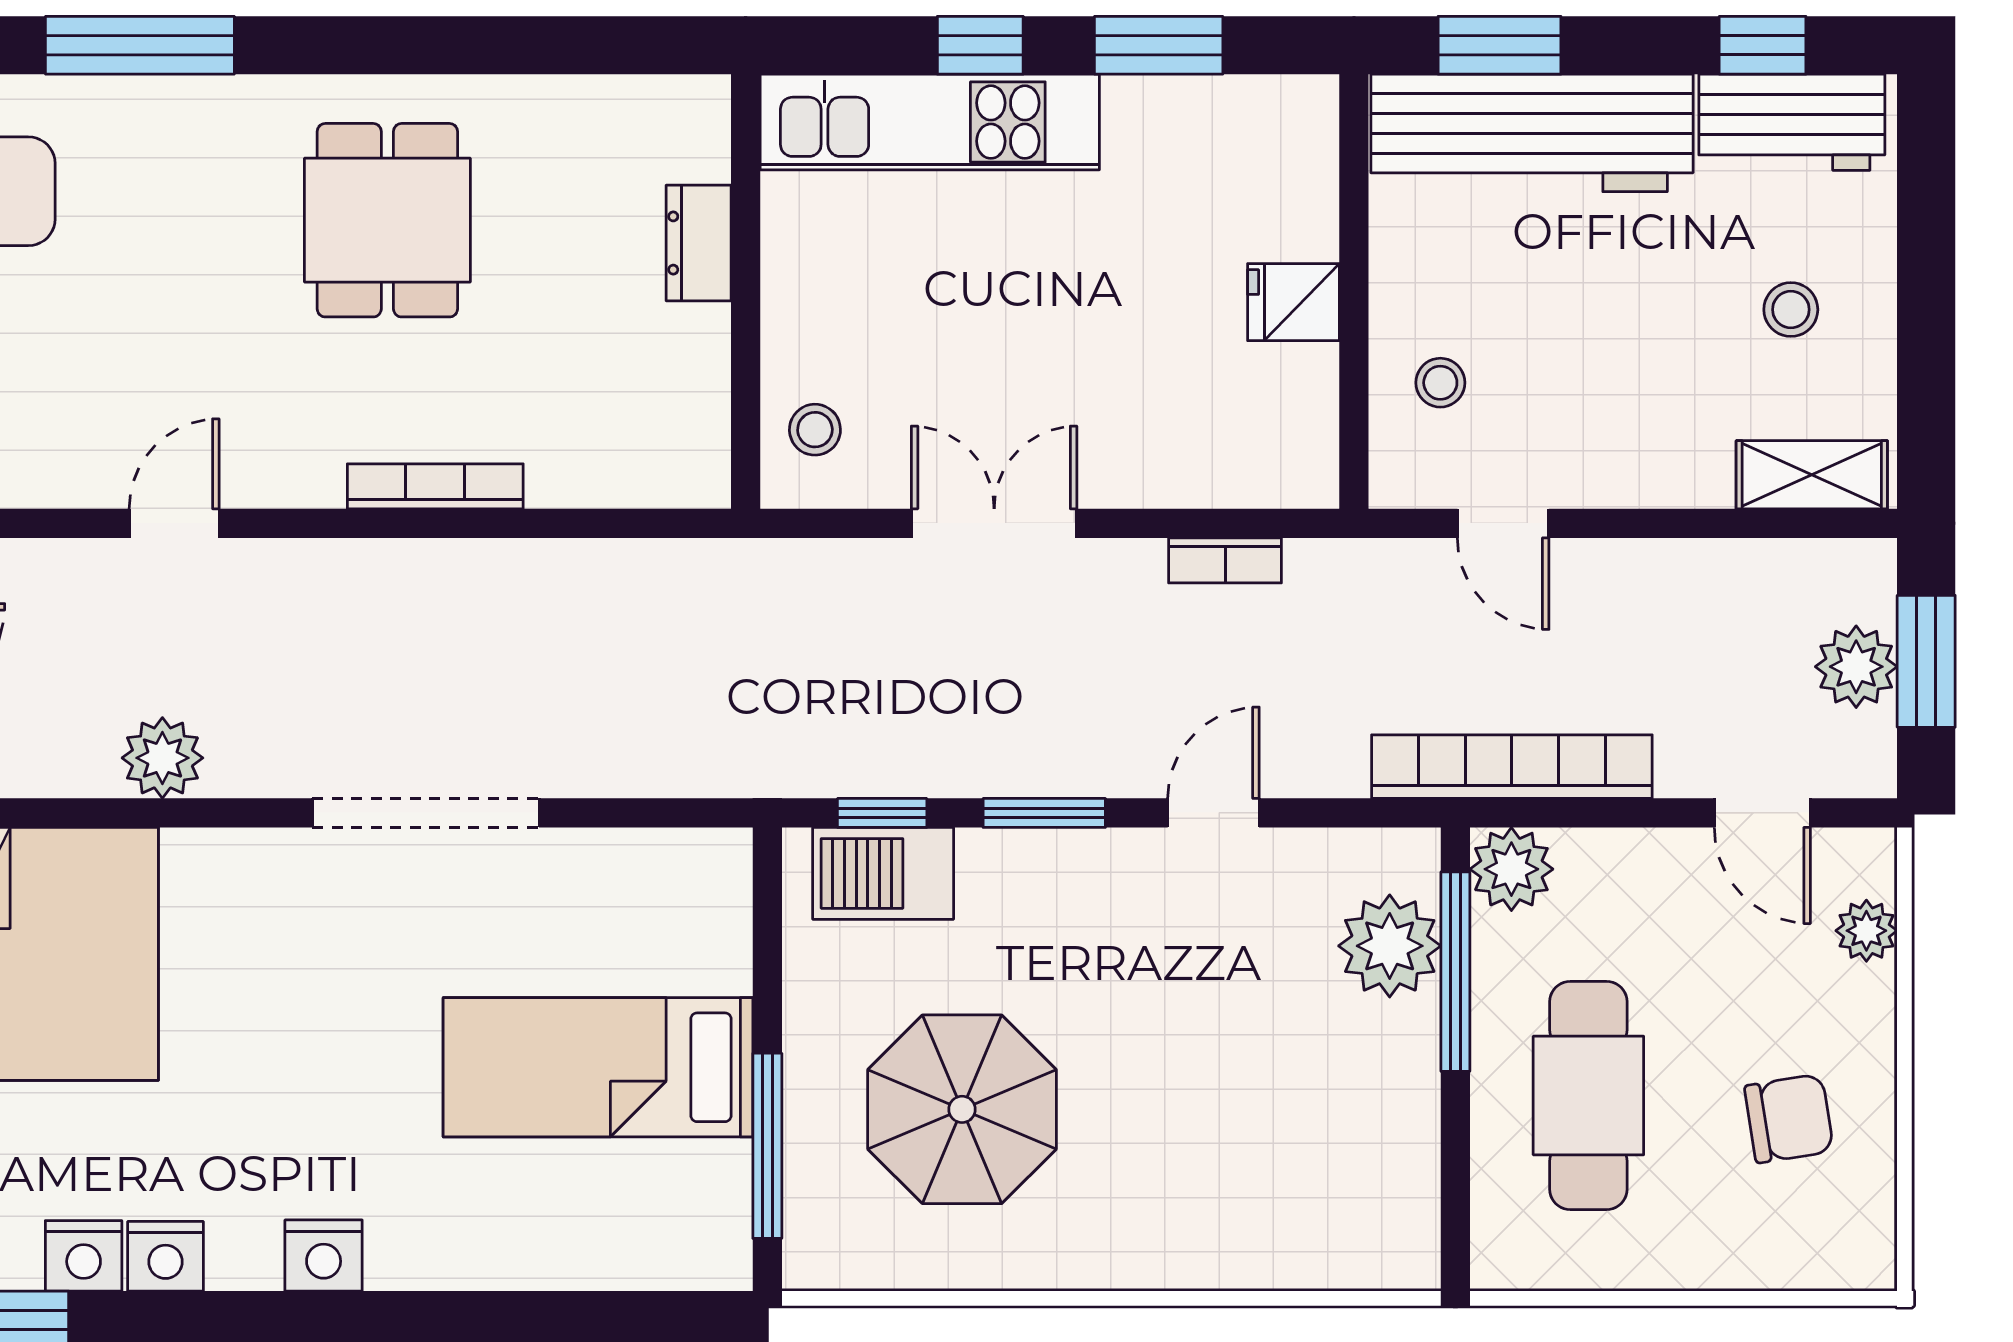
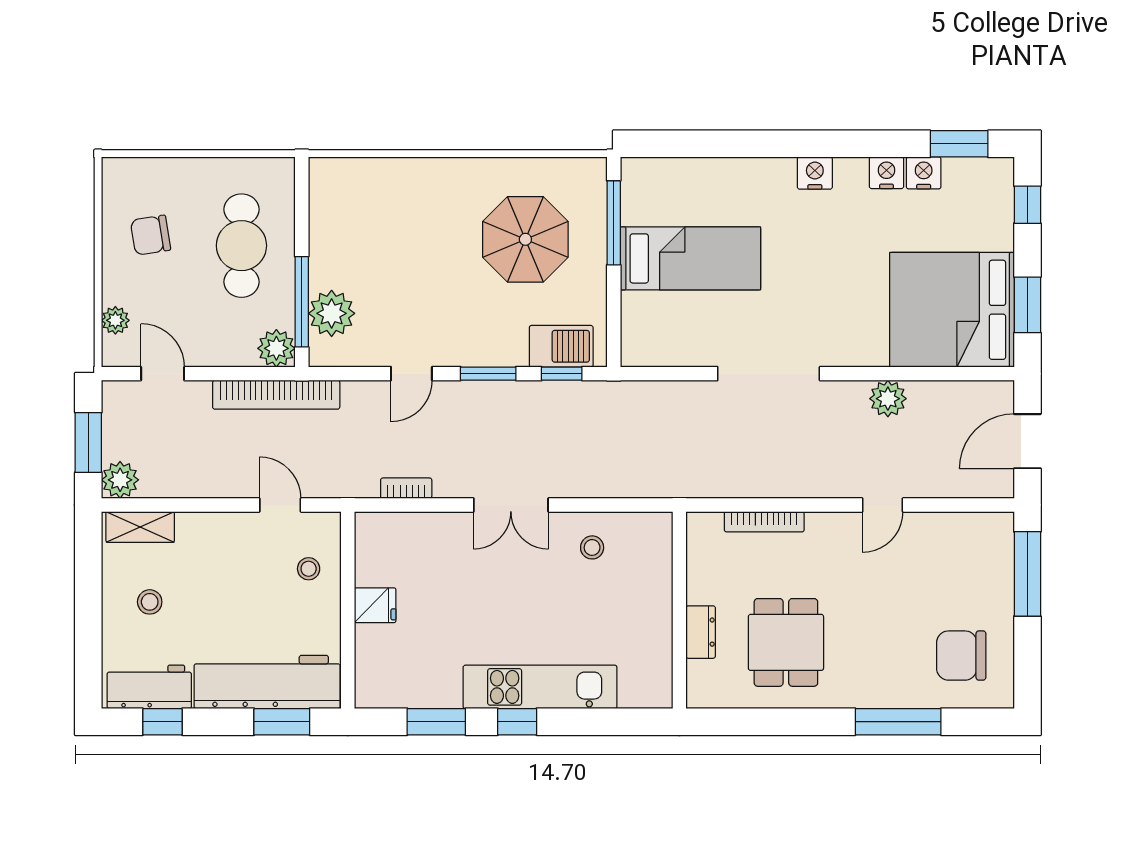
dresser: (699, 243) -> (701, 632), moved
wall: (746, 291) -> (679, 610), moved
plant: (1856, 667) -> (120, 480), moved

